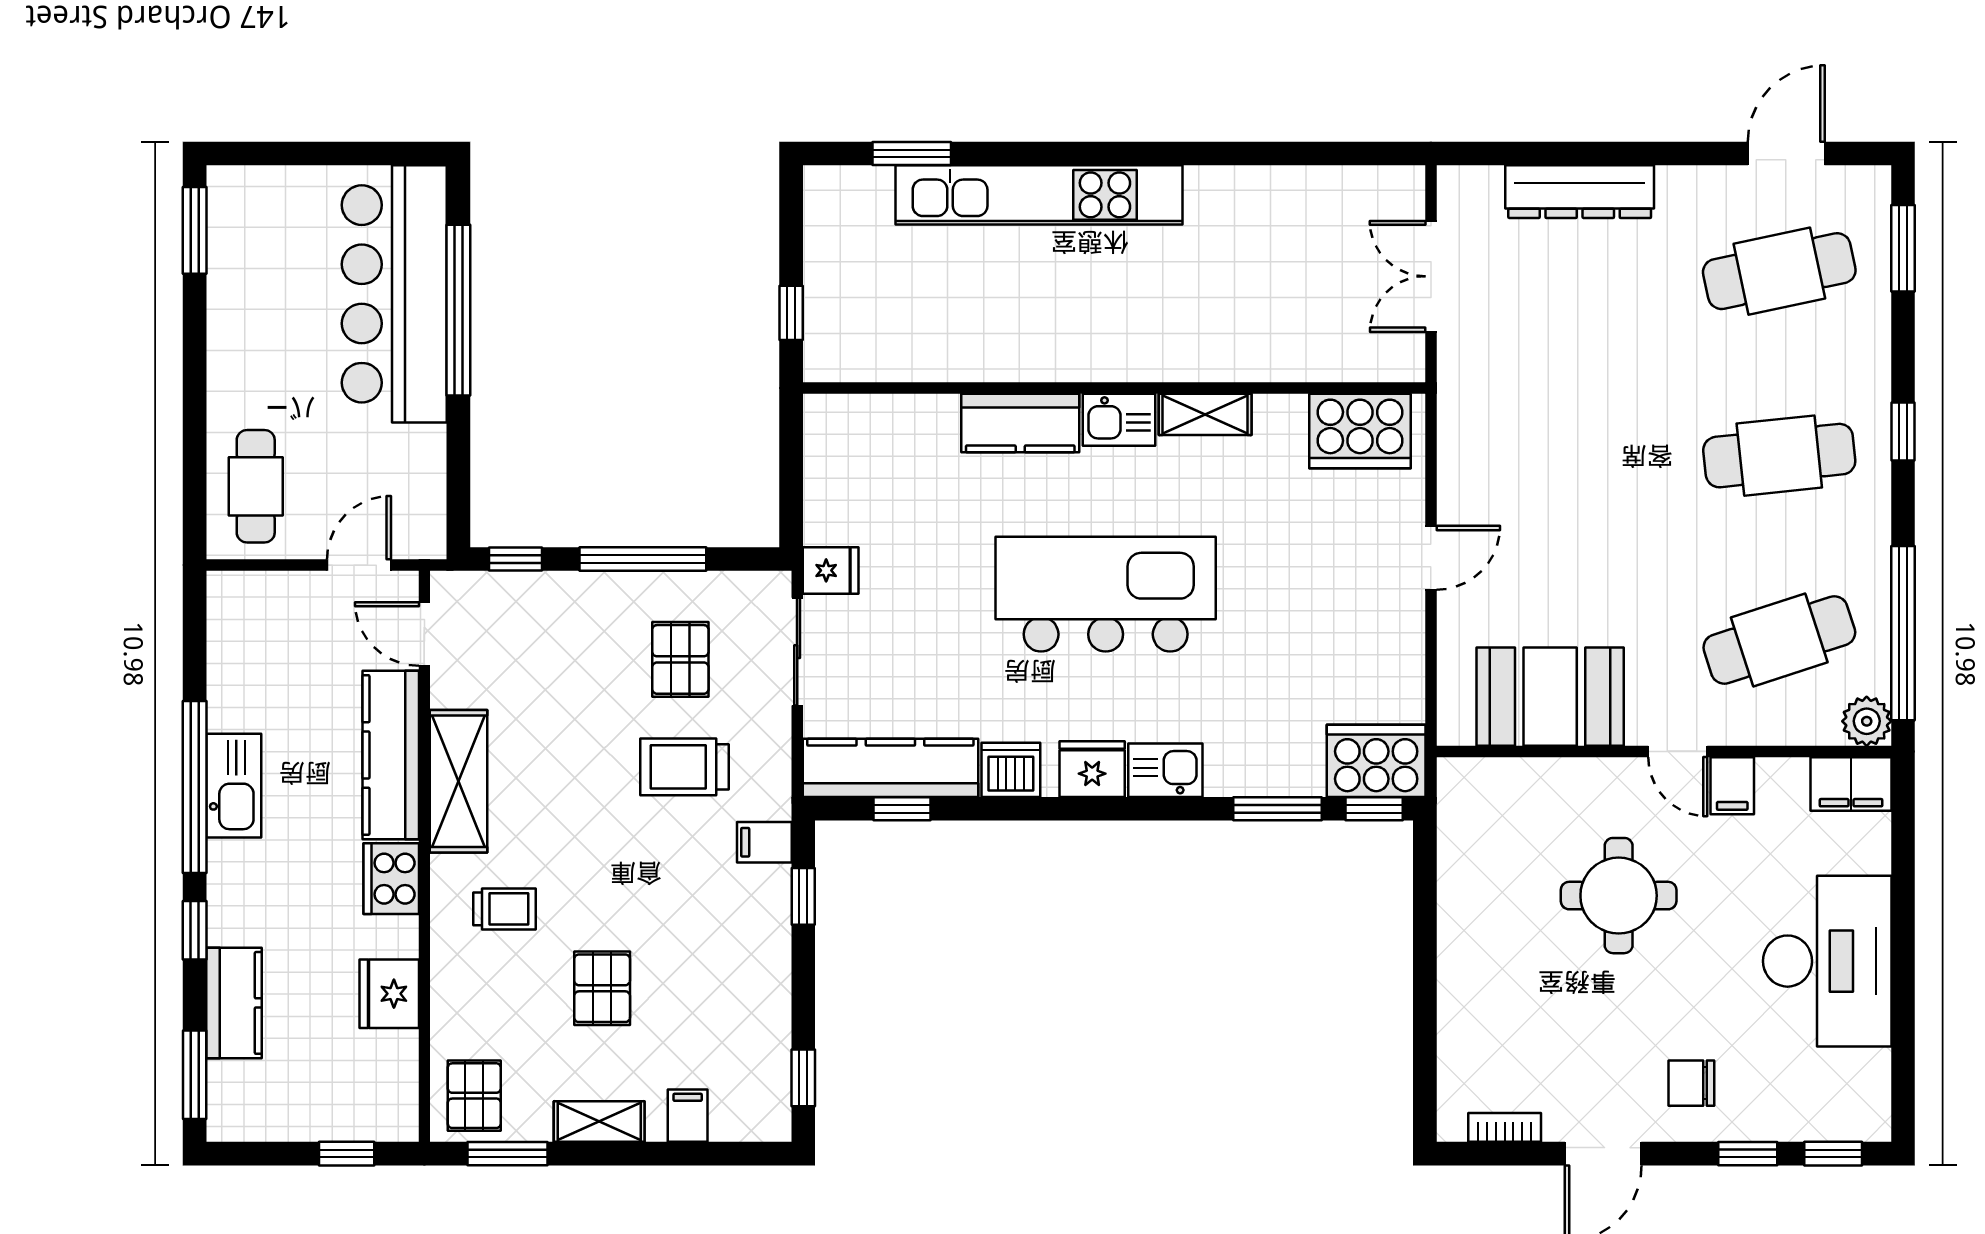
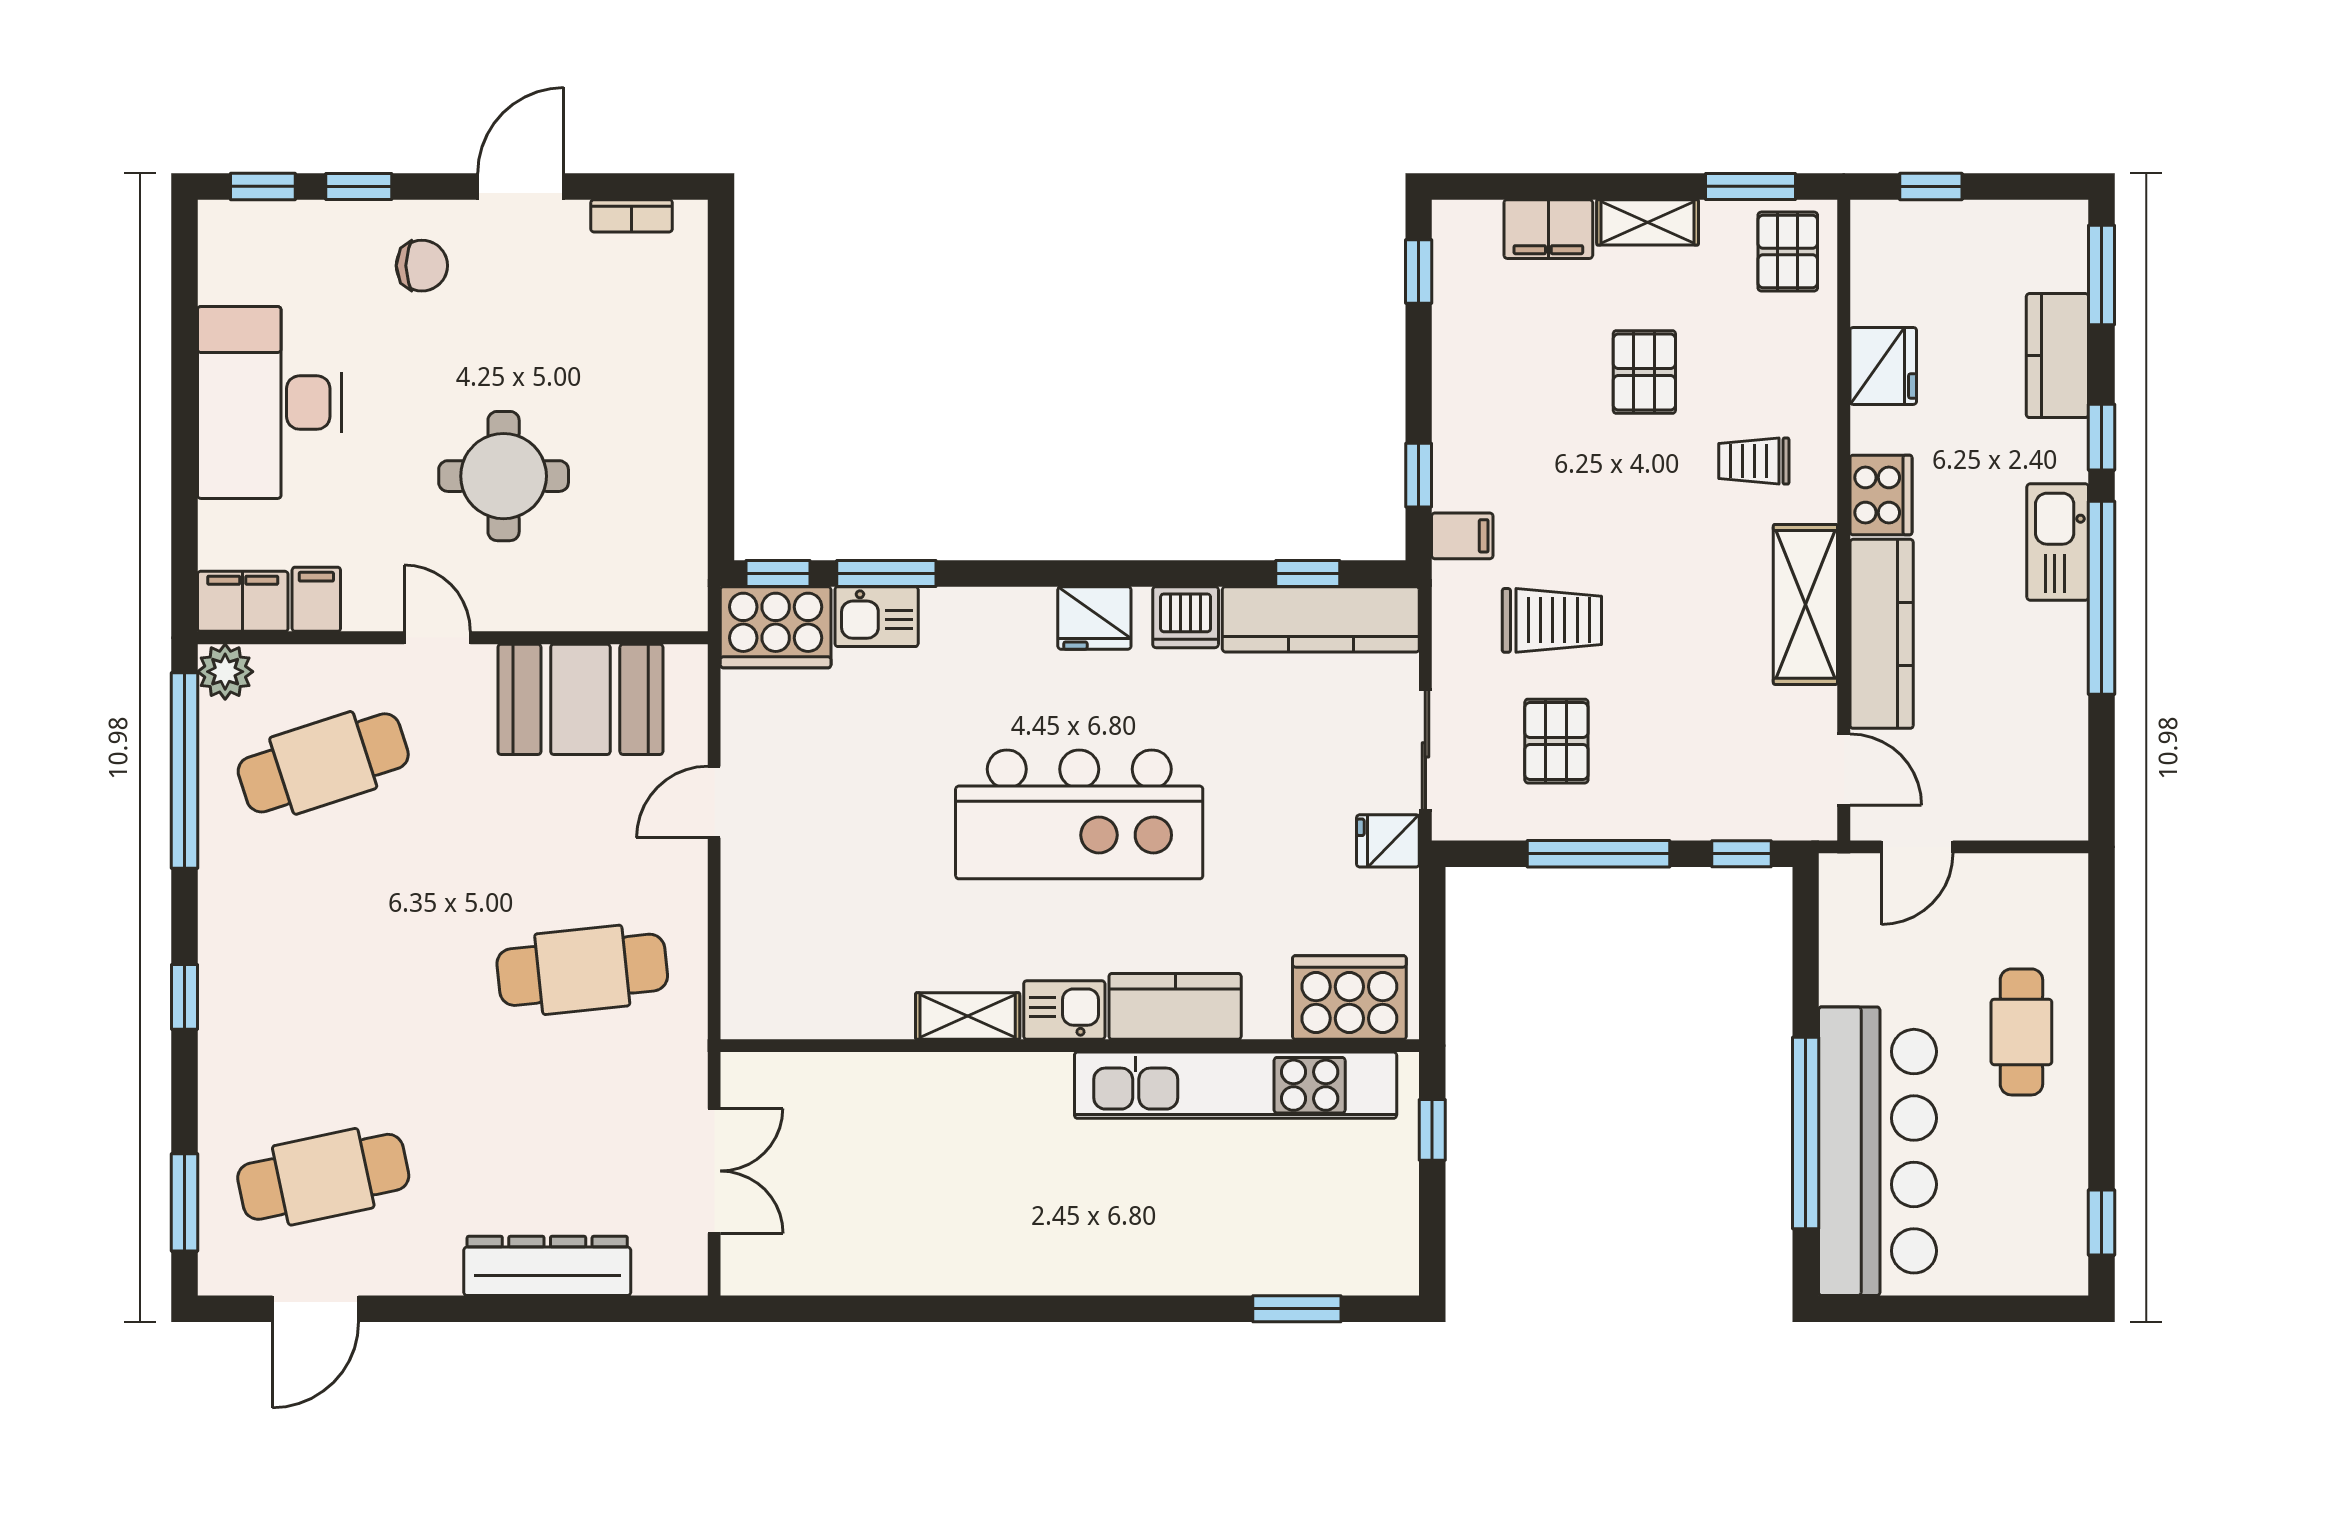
kitchen unit: (1039, 195) -> (1236, 1085), moved, turned 180
window: (195, 230) -> (2102, 1222), width x0.67
cooker: (1360, 431) -> (1349, 997), moved
cafe table: (1779, 456) -> (582, 970), moved
cafe table: (256, 486) -> (2021, 1032), moved
door: (1431, 558) -> (714, 802), moved
kitchen sink: (1165, 770) -> (877, 617), moved
kitchen sink: (234, 786) -> (2058, 542), moved
filing cabinet: (1732, 786) -> (316, 599), moved
filing cabinet: (688, 1116) -> (1548, 229), width x2.00

